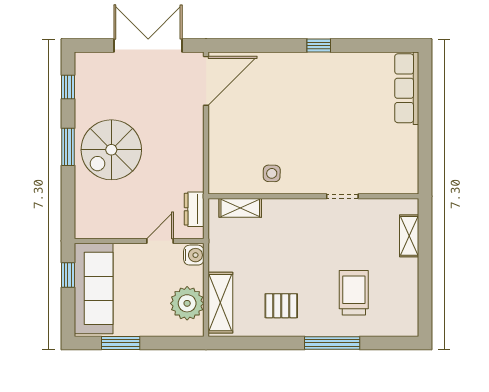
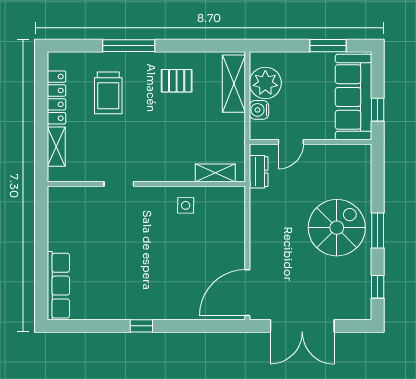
water cooler: (194, 255) -> (259, 110), moved
locker: (409, 288) -> (56, 97), added

